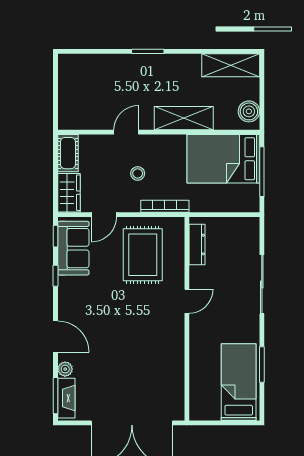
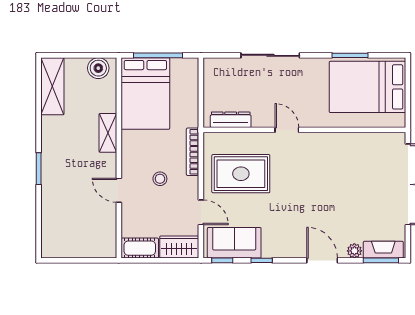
shelving: (184, 118) -> (108, 133), width x0.67, depth x0.75
door: (56, 336) -> (322, 260), hinge flipped
bed: (239, 382) -> (367, 87), width x1.50

